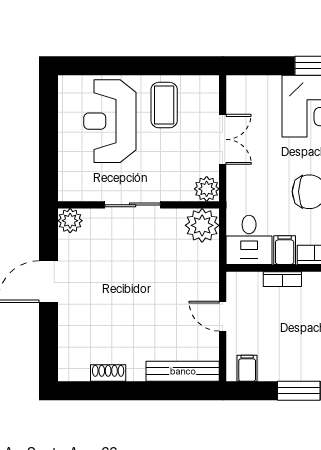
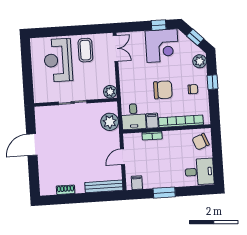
double door: (223, 139) -> (116, 48), moved
plant: (70, 221) -> (41, 113), removed
plant: (202, 225) -> (110, 122), moved
door: (223, 316) -> (123, 157), hinge flipped

